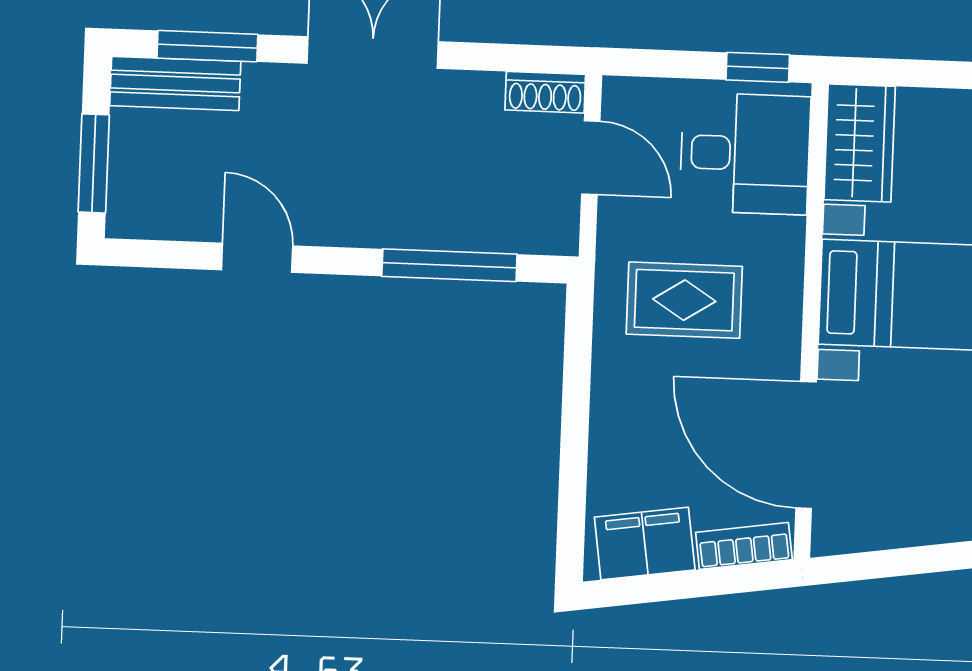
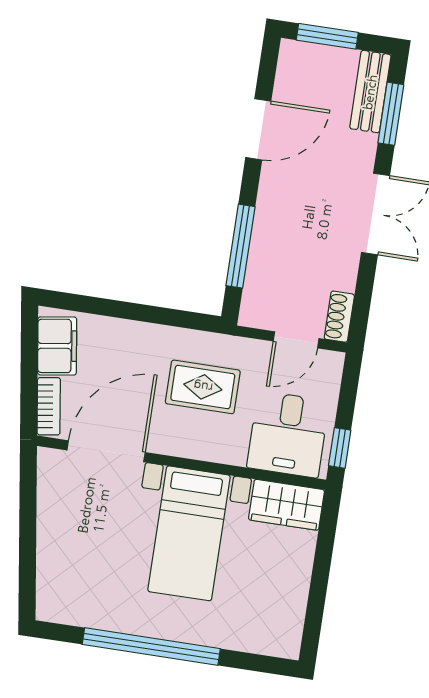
door: (257, 258) -> (258, 129), width x1.38
rug: (684, 300) -> (203, 387), turned 90

